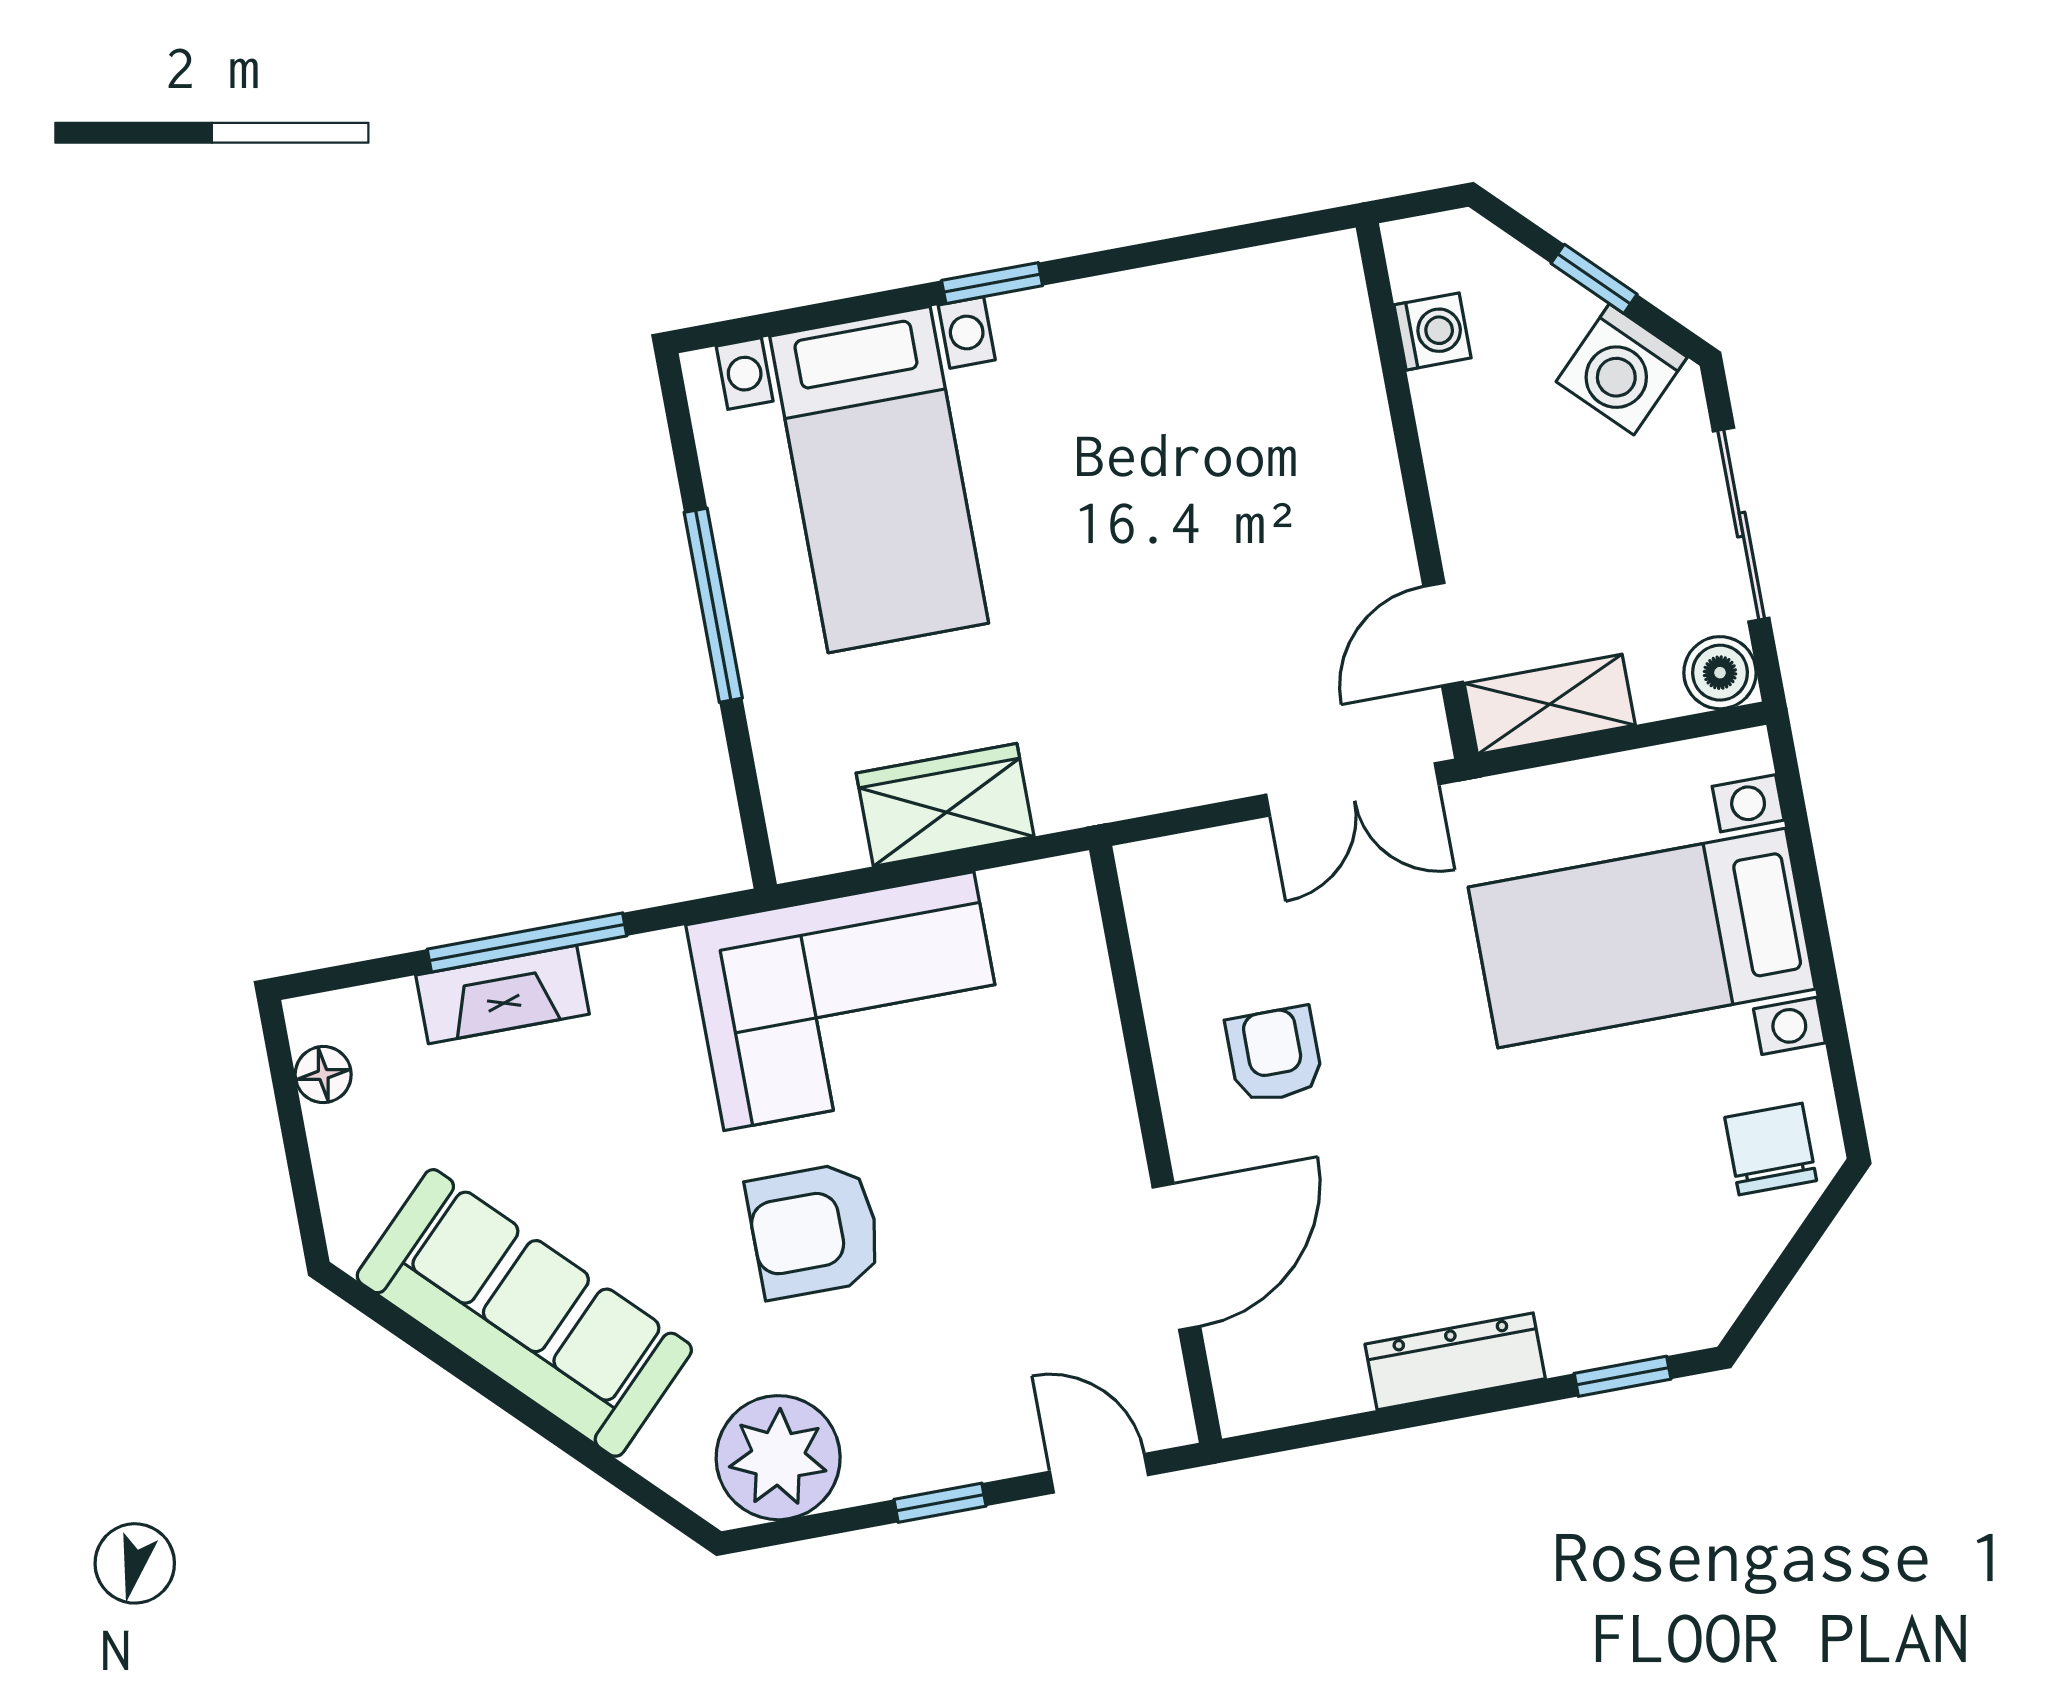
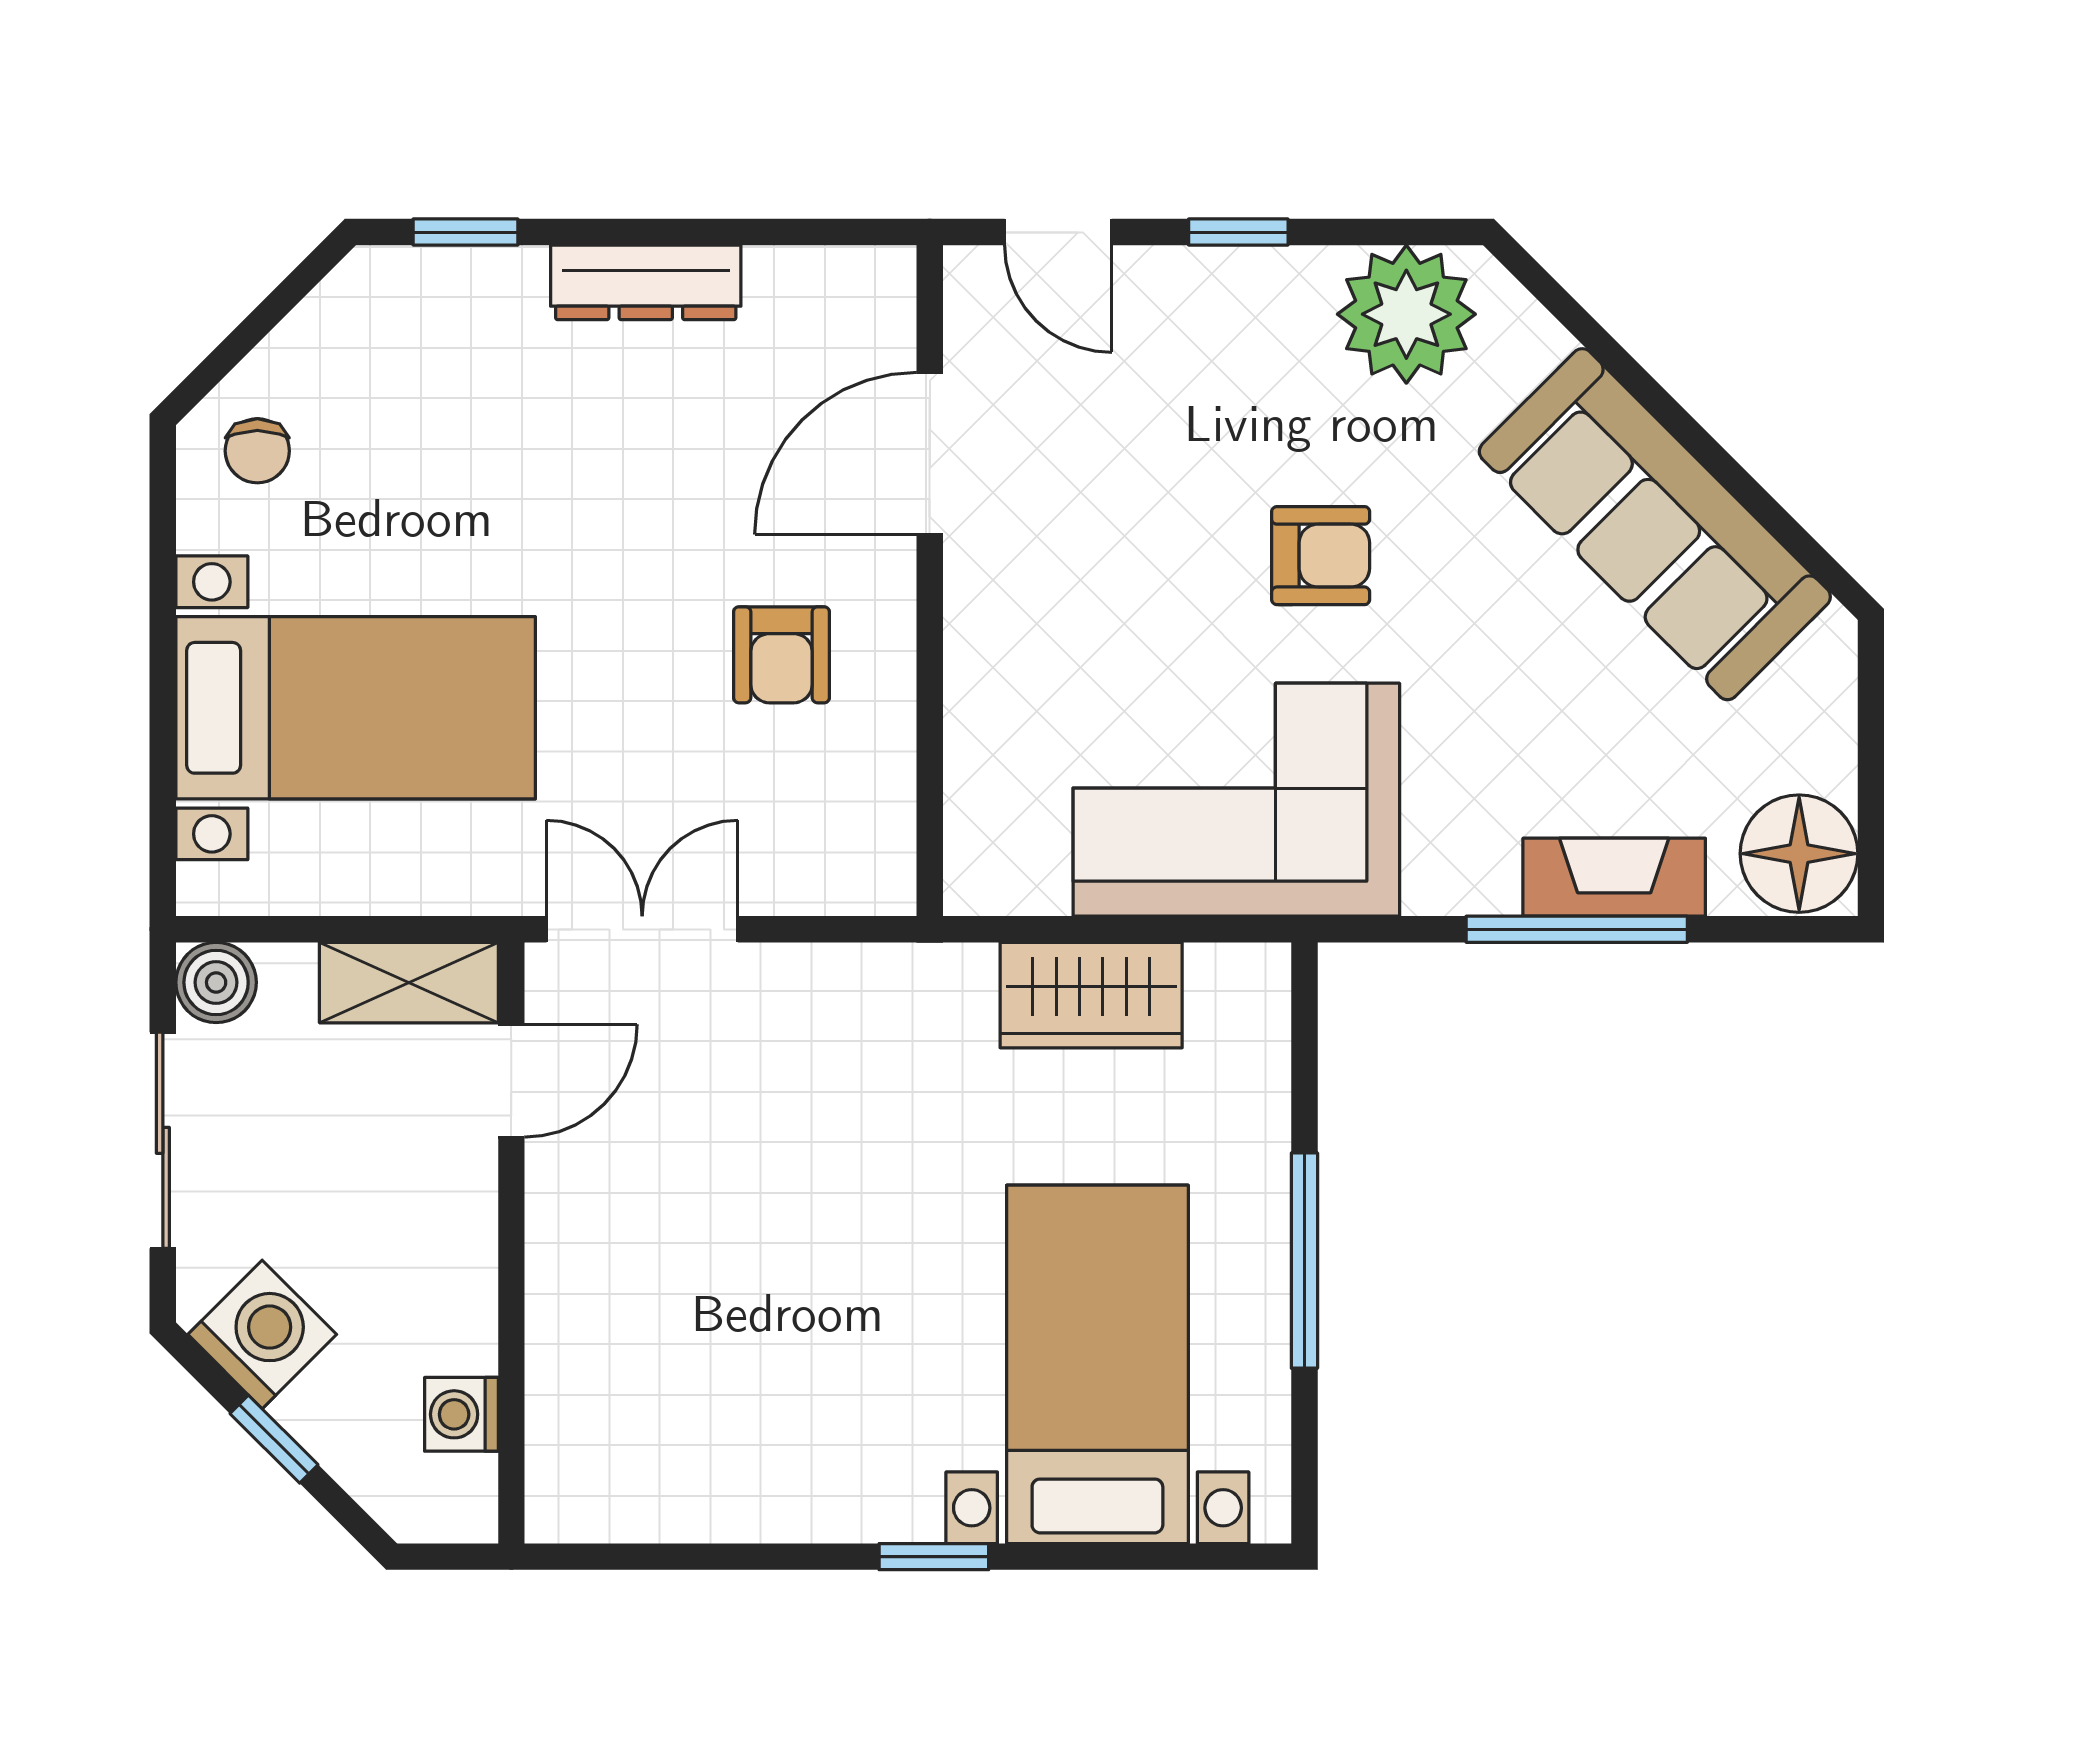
floor lamp: (323, 1074) -> (1799, 854), width x1.89, depth x1.89
chair: (1771, 1149) -> (257, 451), width x0.73, depth x0.73
armchair: (814, 1230) -> (1321, 556), width x0.72, depth x0.72

